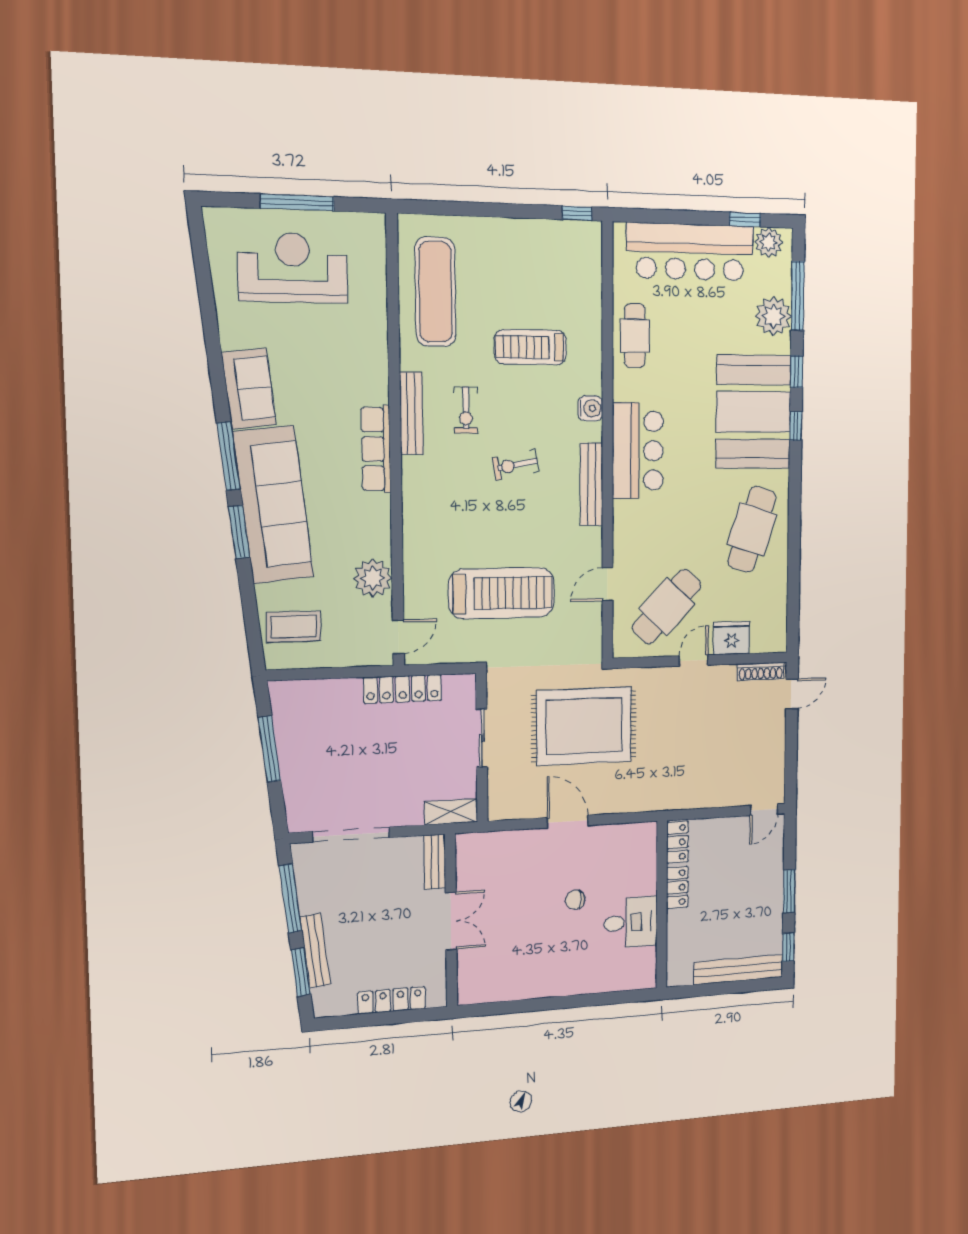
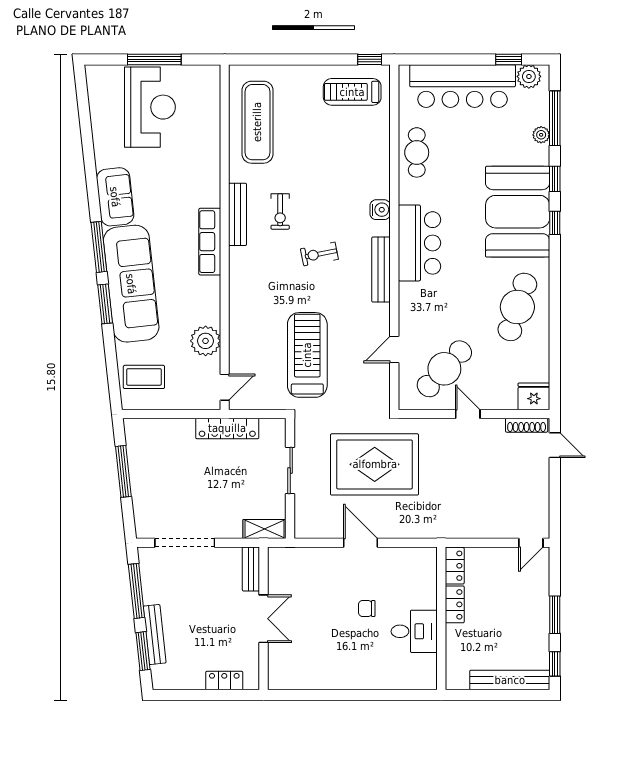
reception desk: (293, 268) -> (150, 107), turned 90
plant: (773, 316) -> (541, 135), width x0.53, depth x0.53
treadmill: (530, 347) -> (352, 92), moved
treadmill: (502, 593) -> (307, 355), turned -90
fridge: (731, 638) -> (534, 396), moved
door: (694, 661) -> (468, 414), hinge flipped
door: (792, 694) -> (555, 445), hinge flipped
locker: (392, 1000) -> (224, 681), width x0.66

